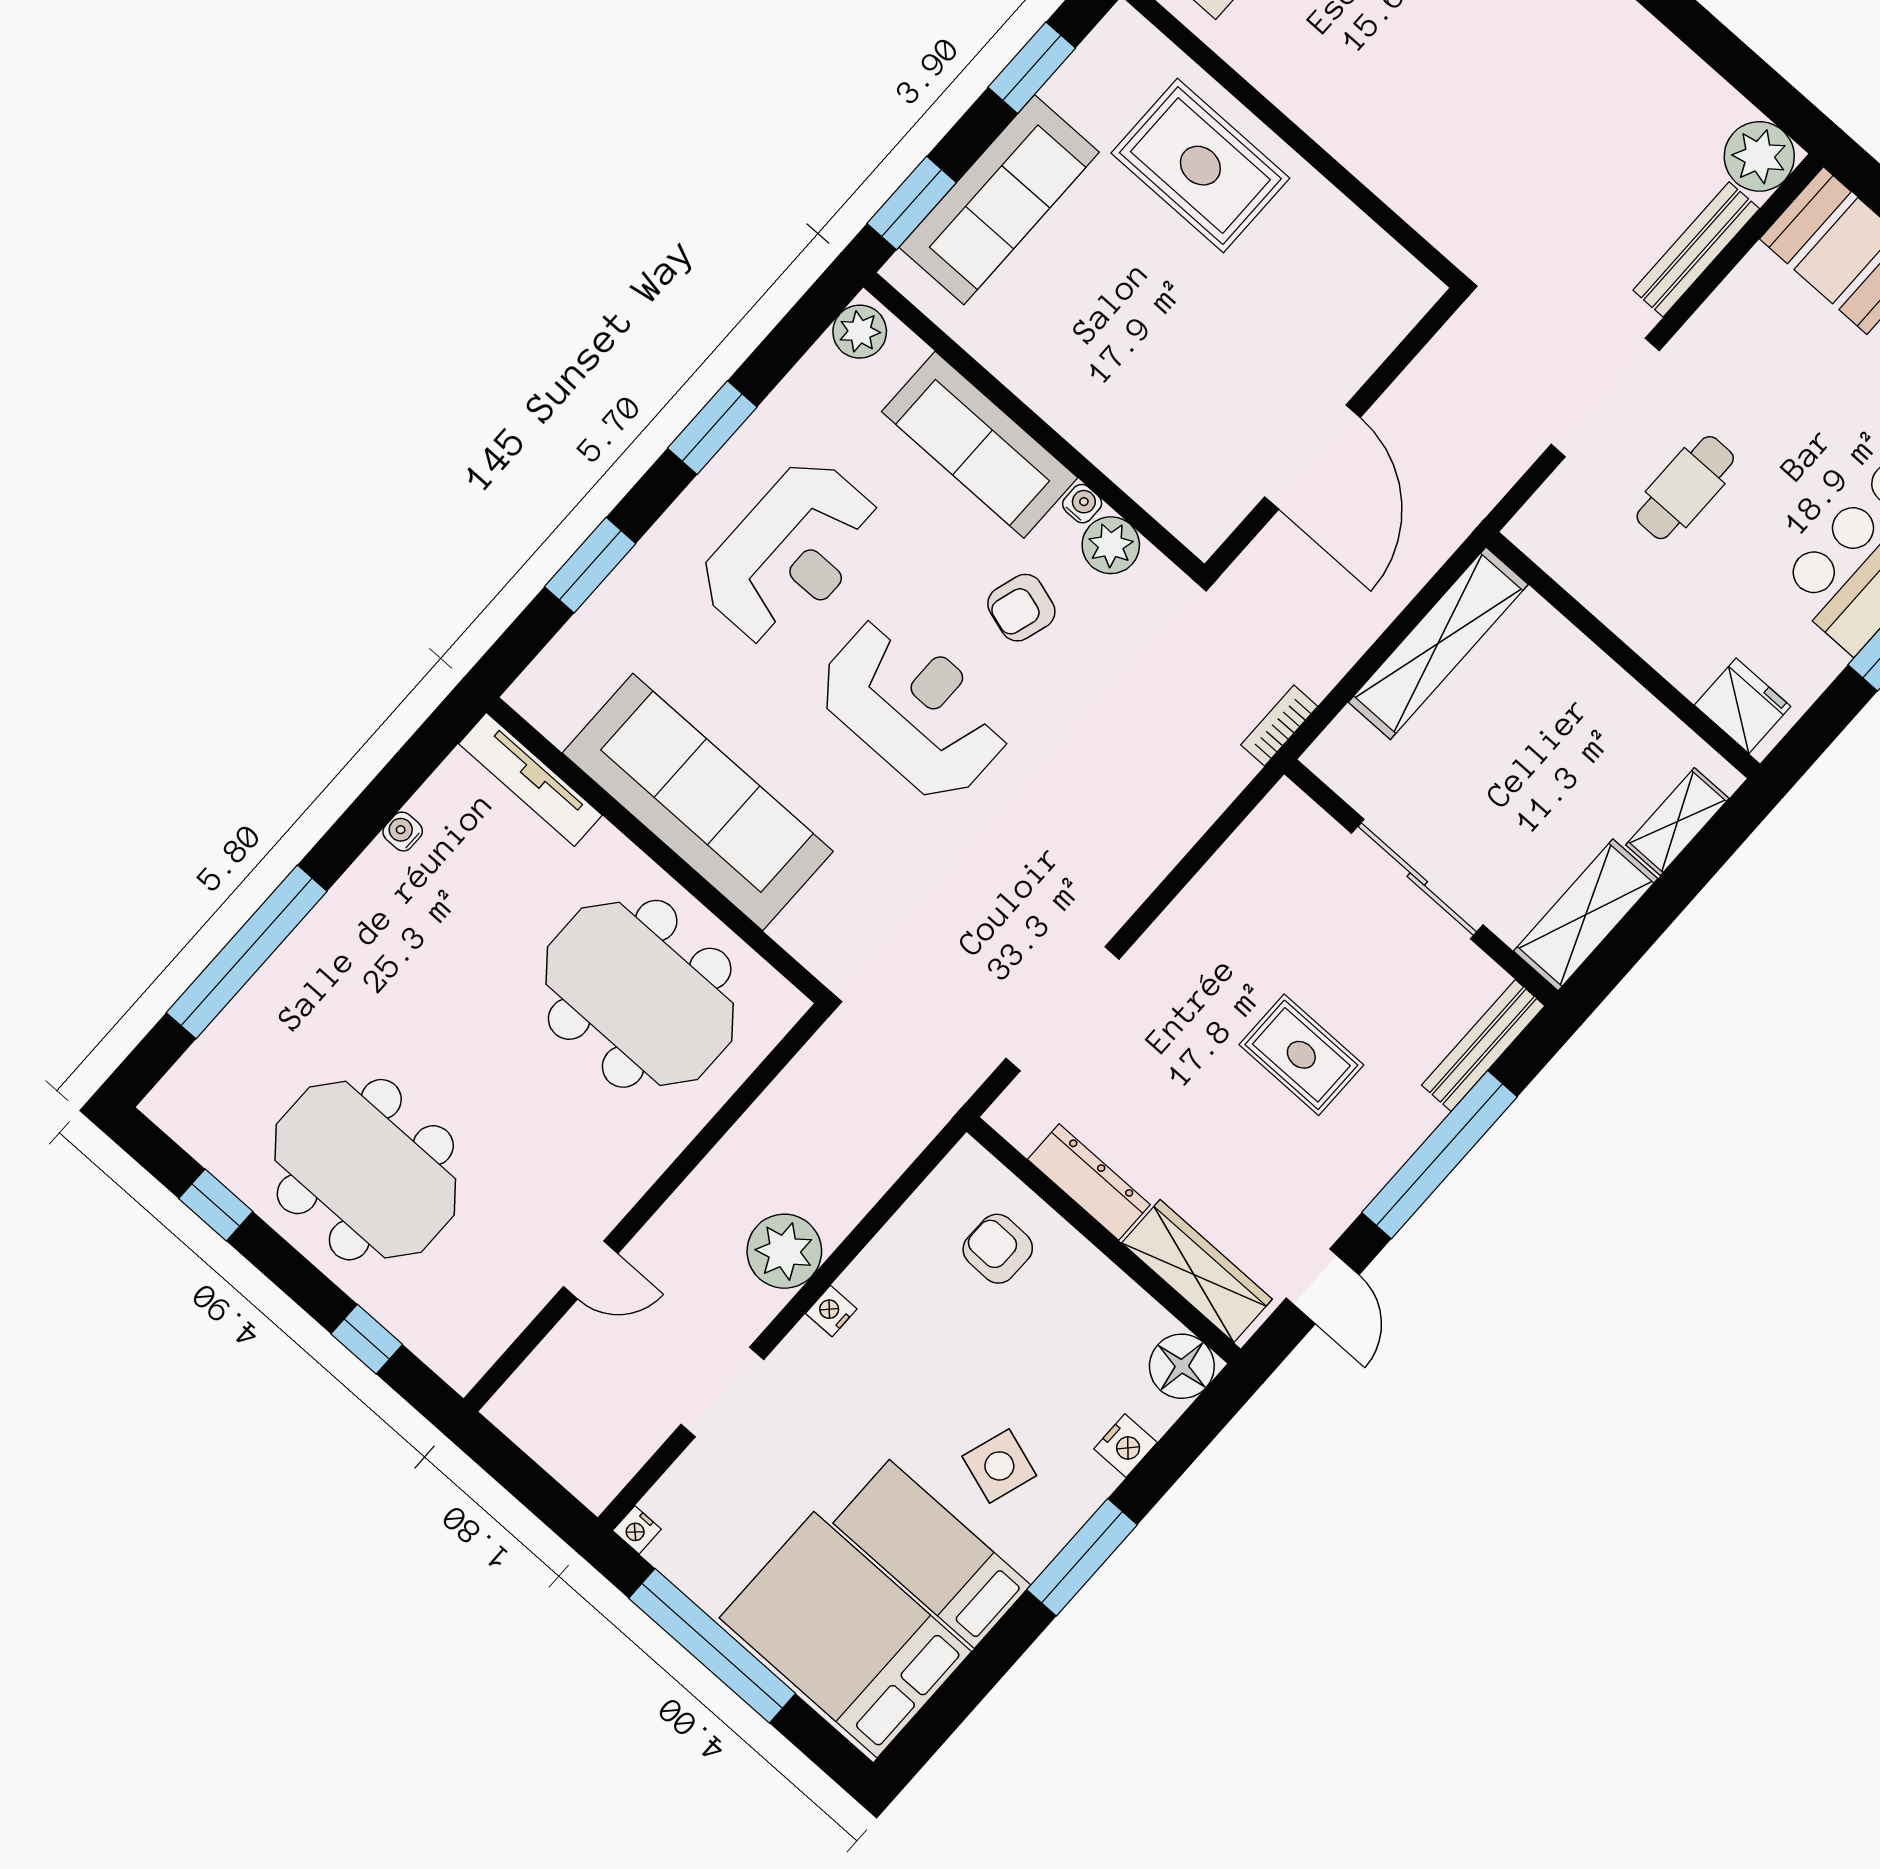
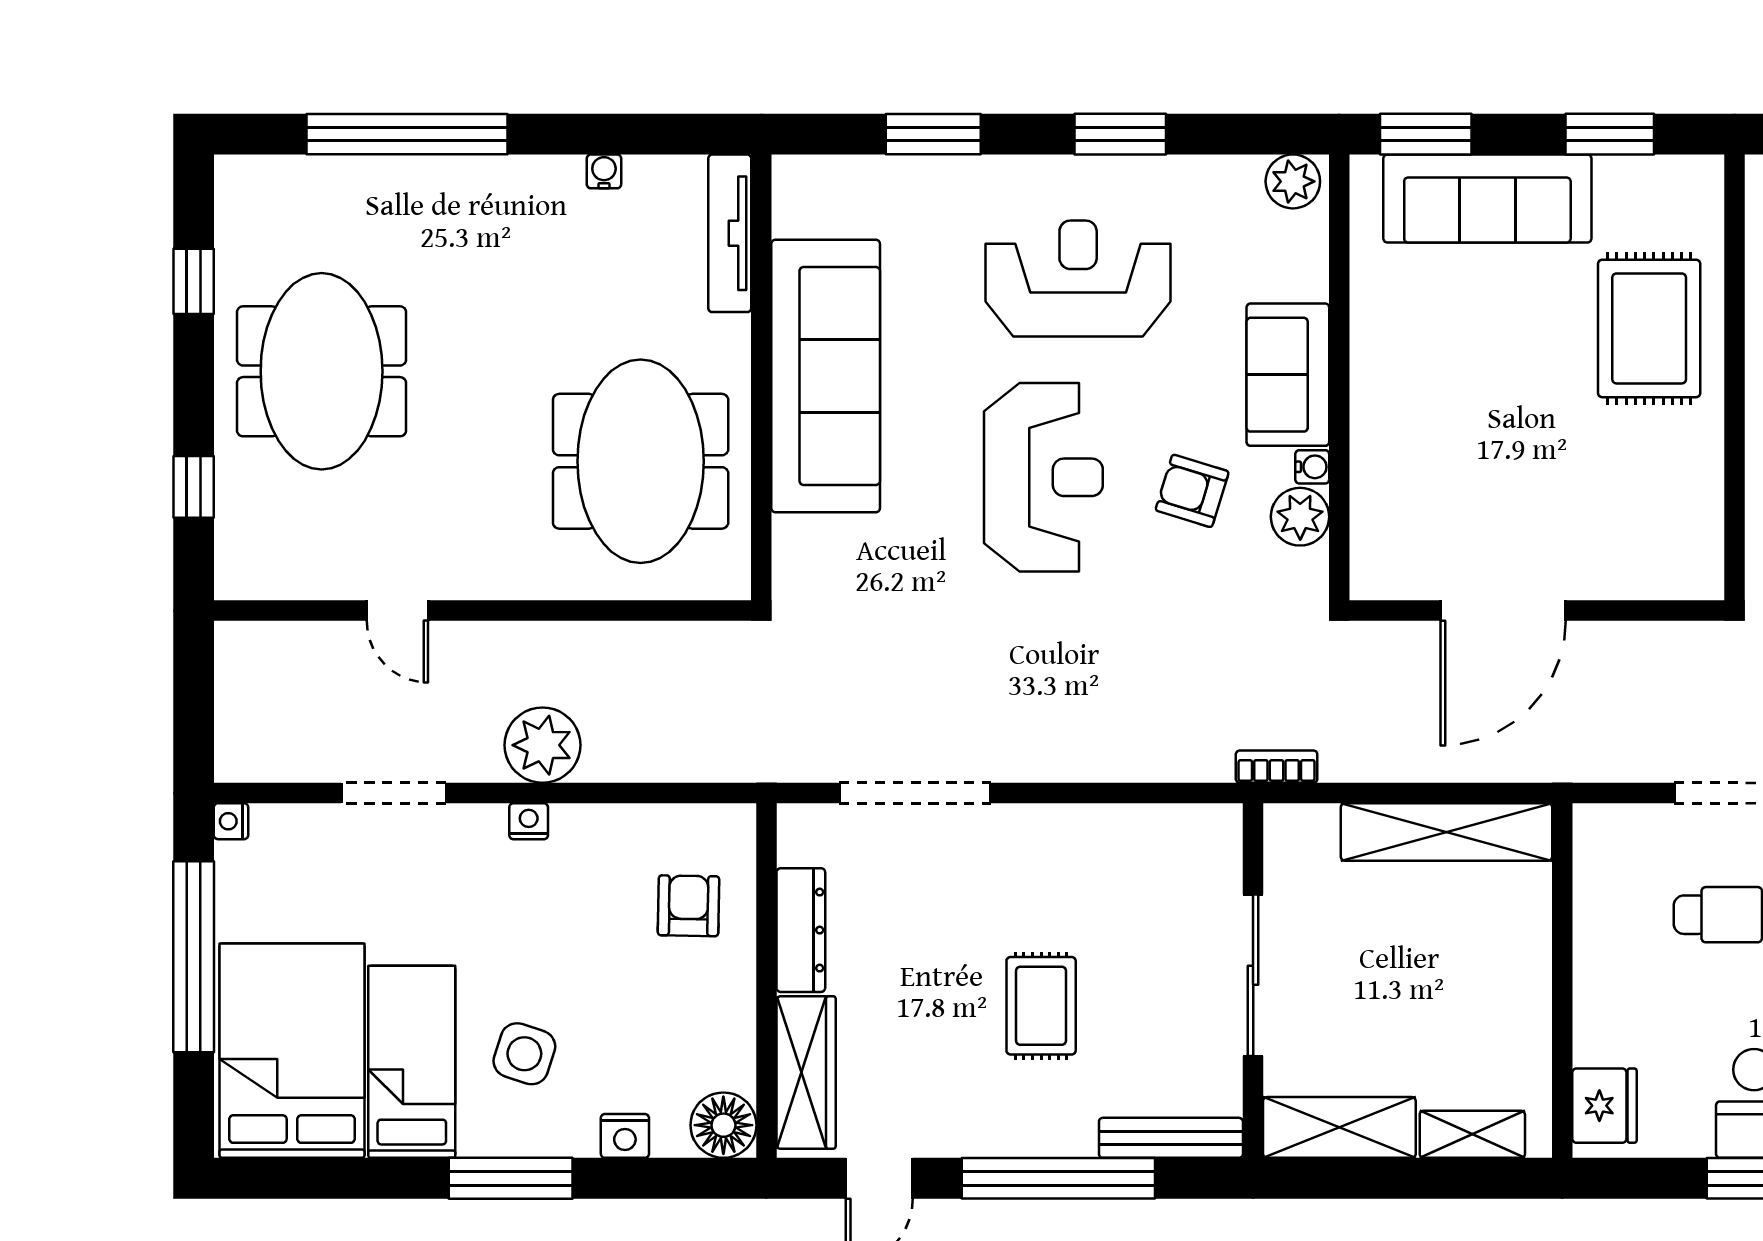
sofa: (980, 445) -> (1288, 375), width x0.73
reception desk: (791, 553) -> (1078, 278), turned 180

